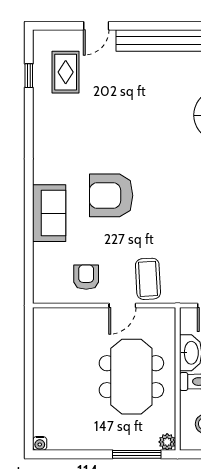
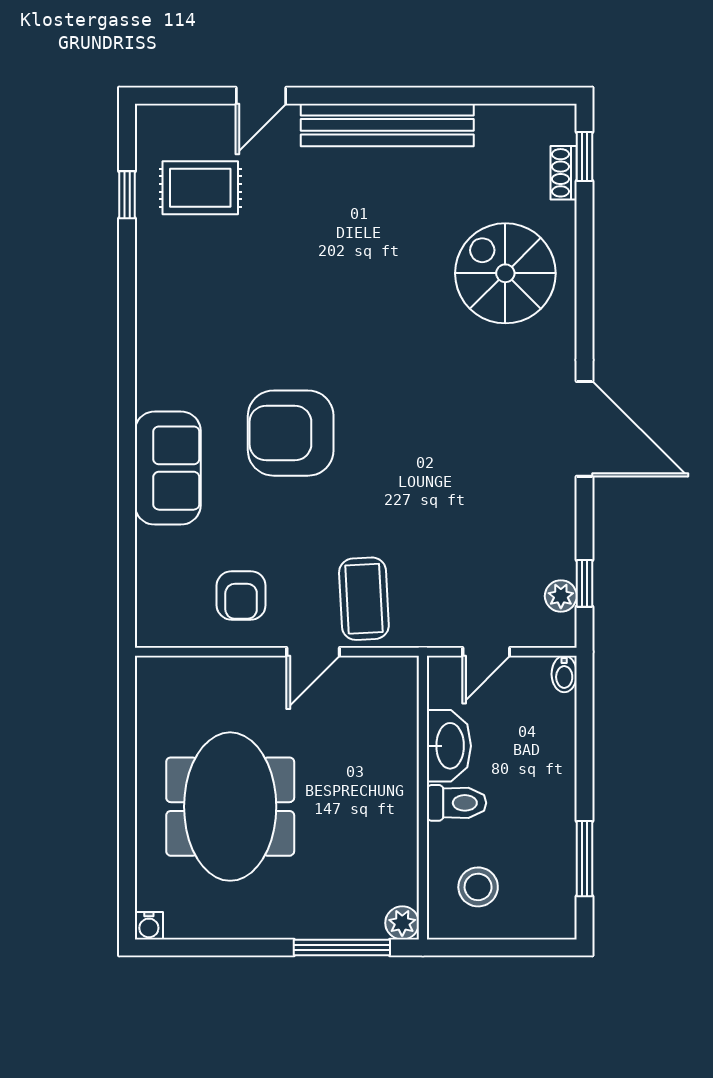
rug: (66, 72) -> (200, 188), turned 90
armchair: (86, 277) -> (241, 595), turned 180
meeting table: (131, 377) -> (230, 807), moved

